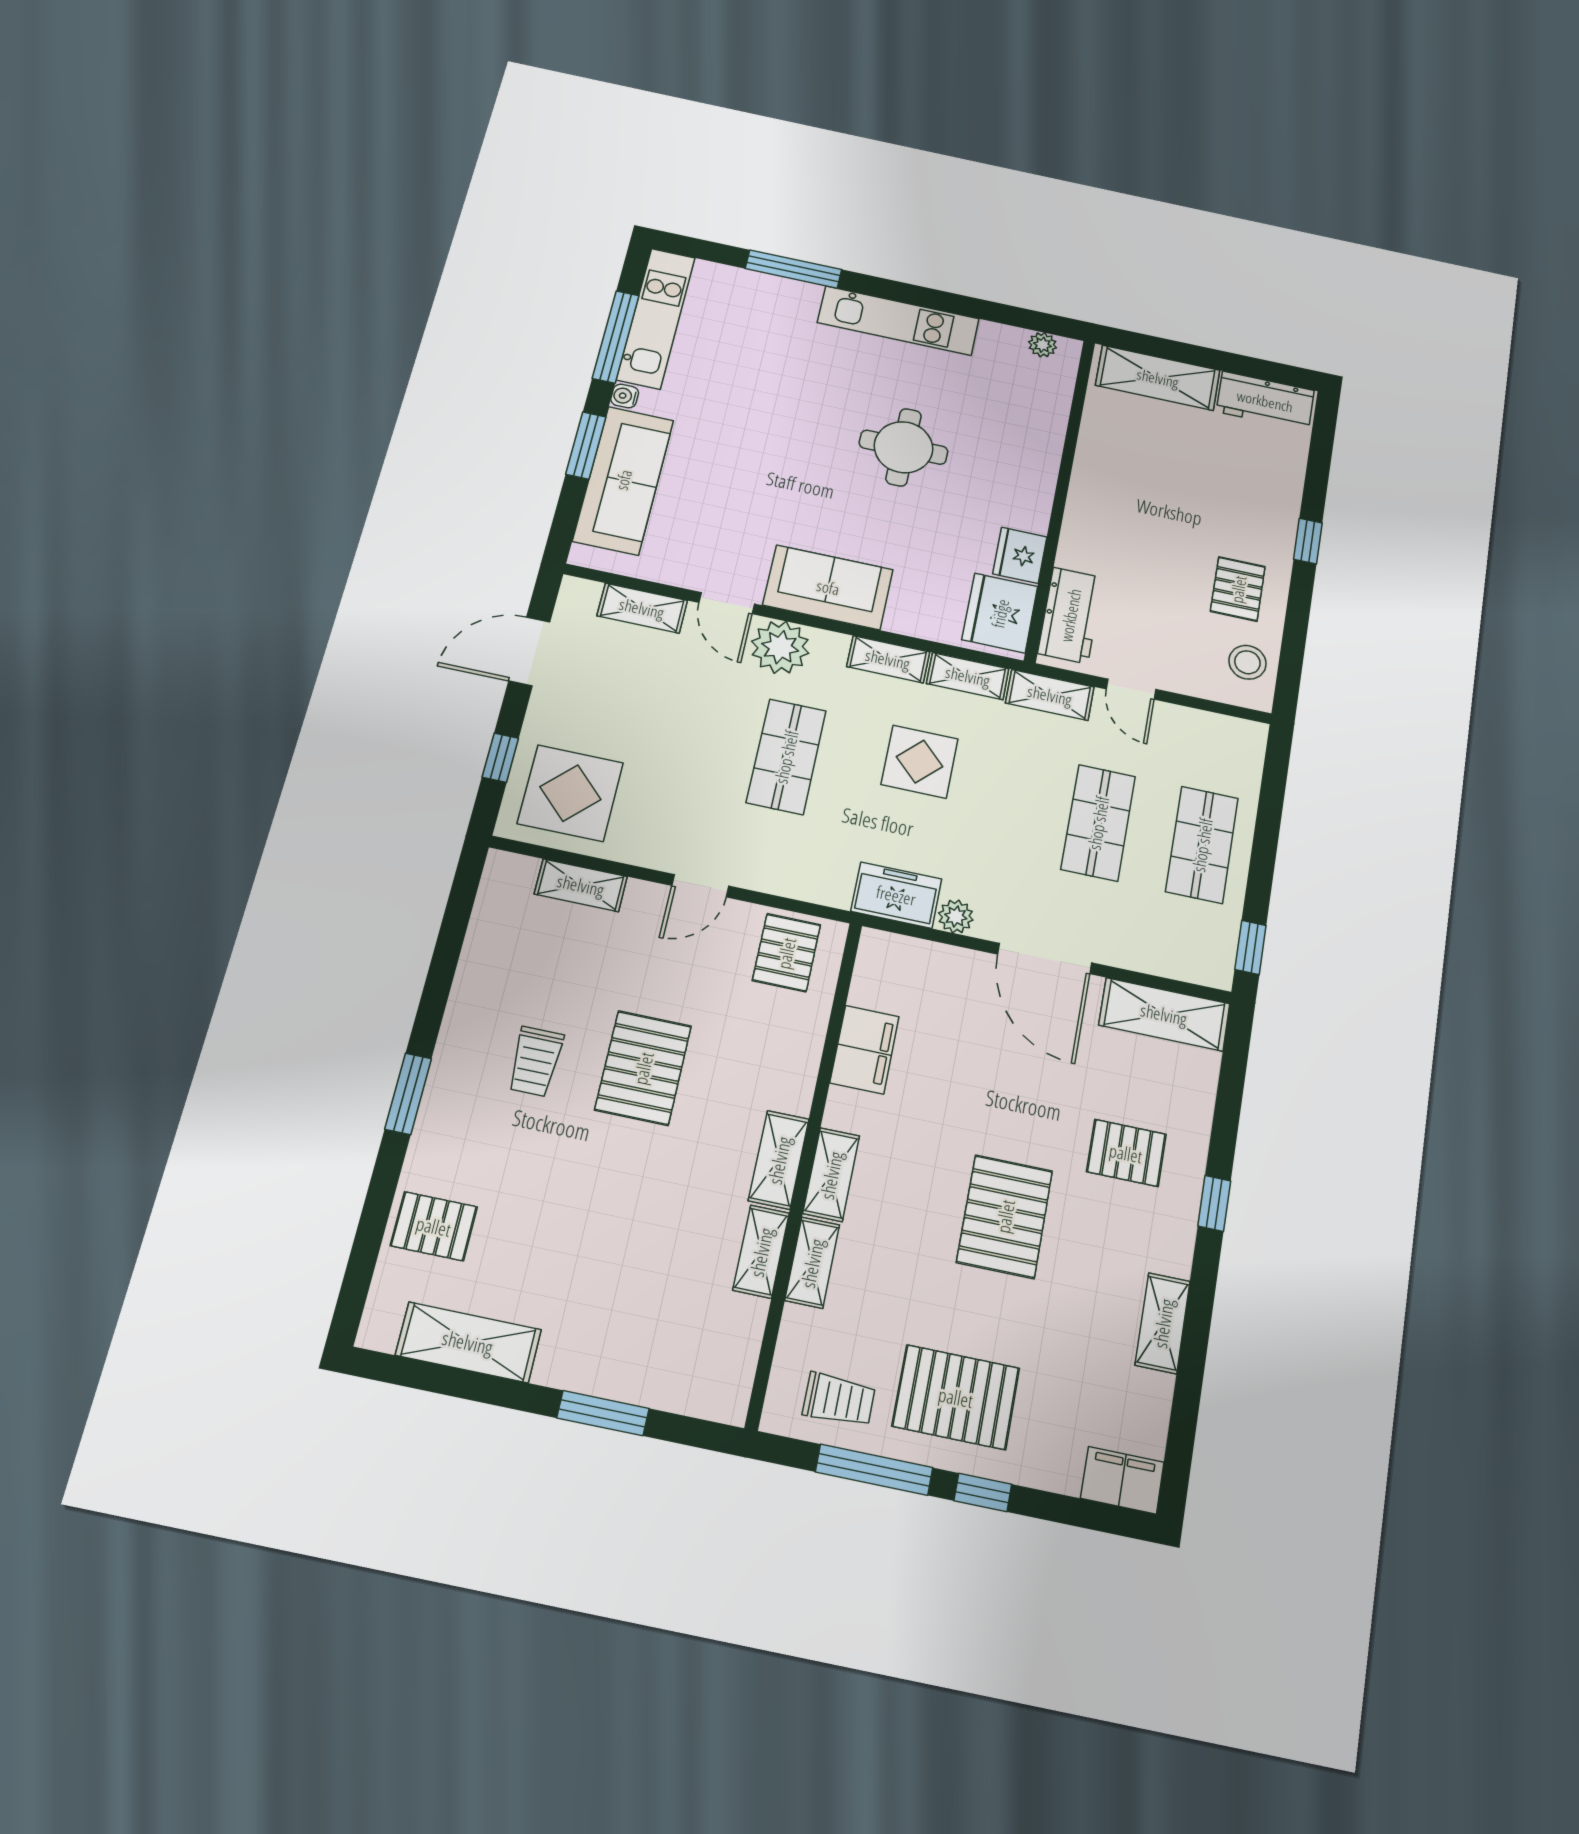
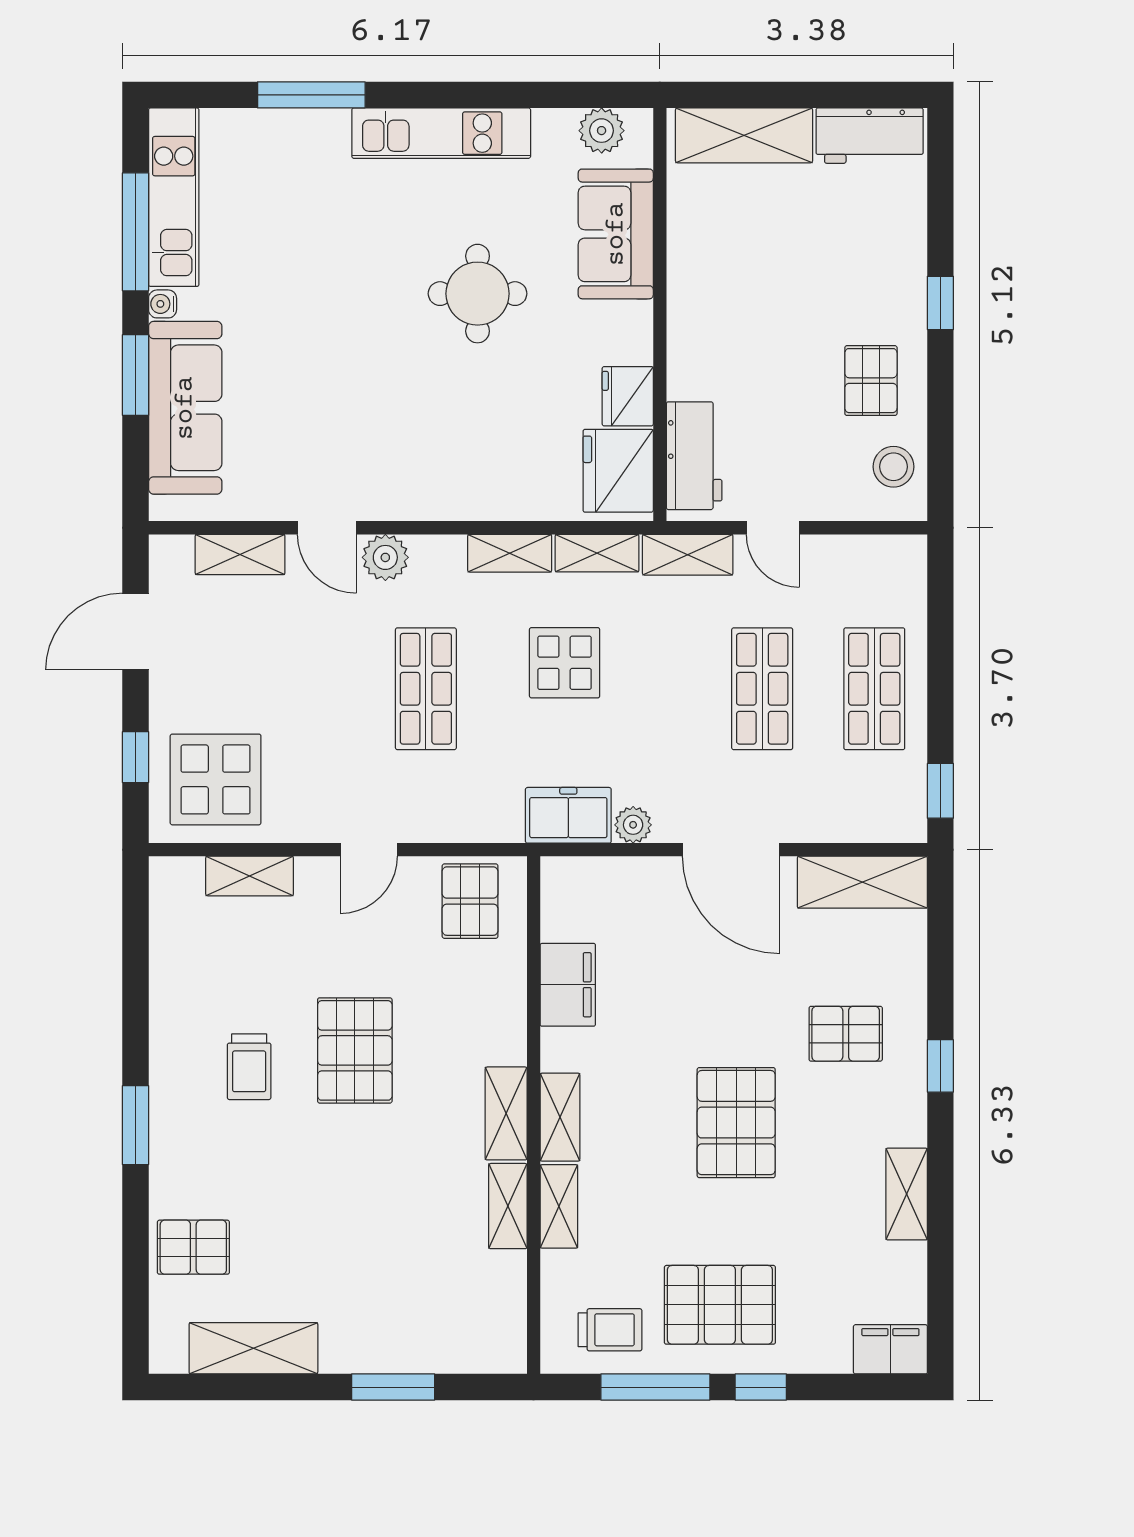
plant: (1042, 345) -> (602, 131), width x1.38, depth x1.38
sofa: (828, 587) -> (616, 234), moved, turned -90
plant: (780, 647) -> (385, 557), width x0.73, depth x0.73

